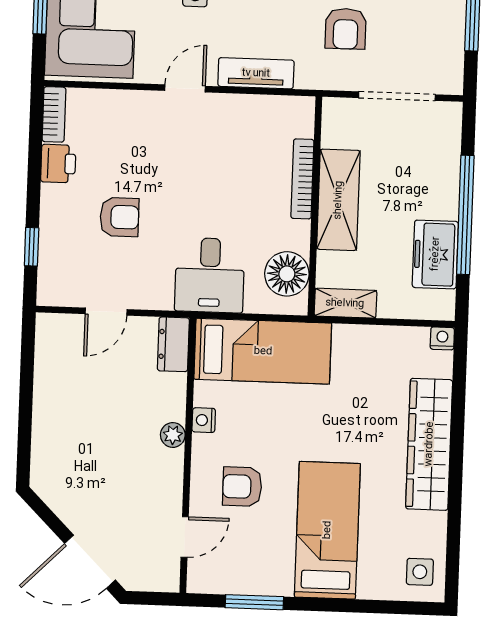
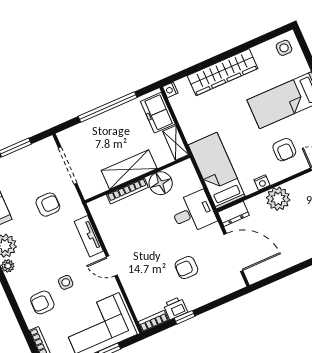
armchair: (119, 217) -> (186, 268), turned -90
window: (32, 247) -> (185, 317), moved
freezer: (435, 254) -> (158, 113), moved, turned 90
floor lamp: (287, 274) -> (161, 183), moved
door: (106, 312) -> (233, 252), width x1.87
plant: (173, 435) -> (278, 199), width x1.87, depth x1.87

